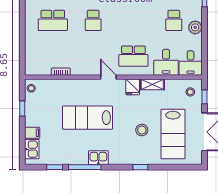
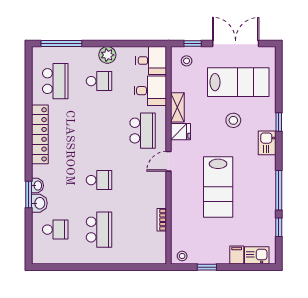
kitchen sink: (98, 158) -> (267, 143), moved

